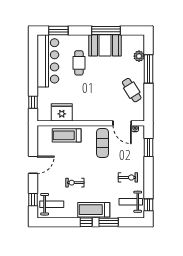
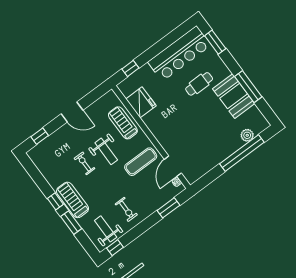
window: (149, 69) -> (242, 153), width x1.46
cafe table: (132, 90) -> (210, 152), removed
weight bench: (52, 204) -> (106, 151), moved

